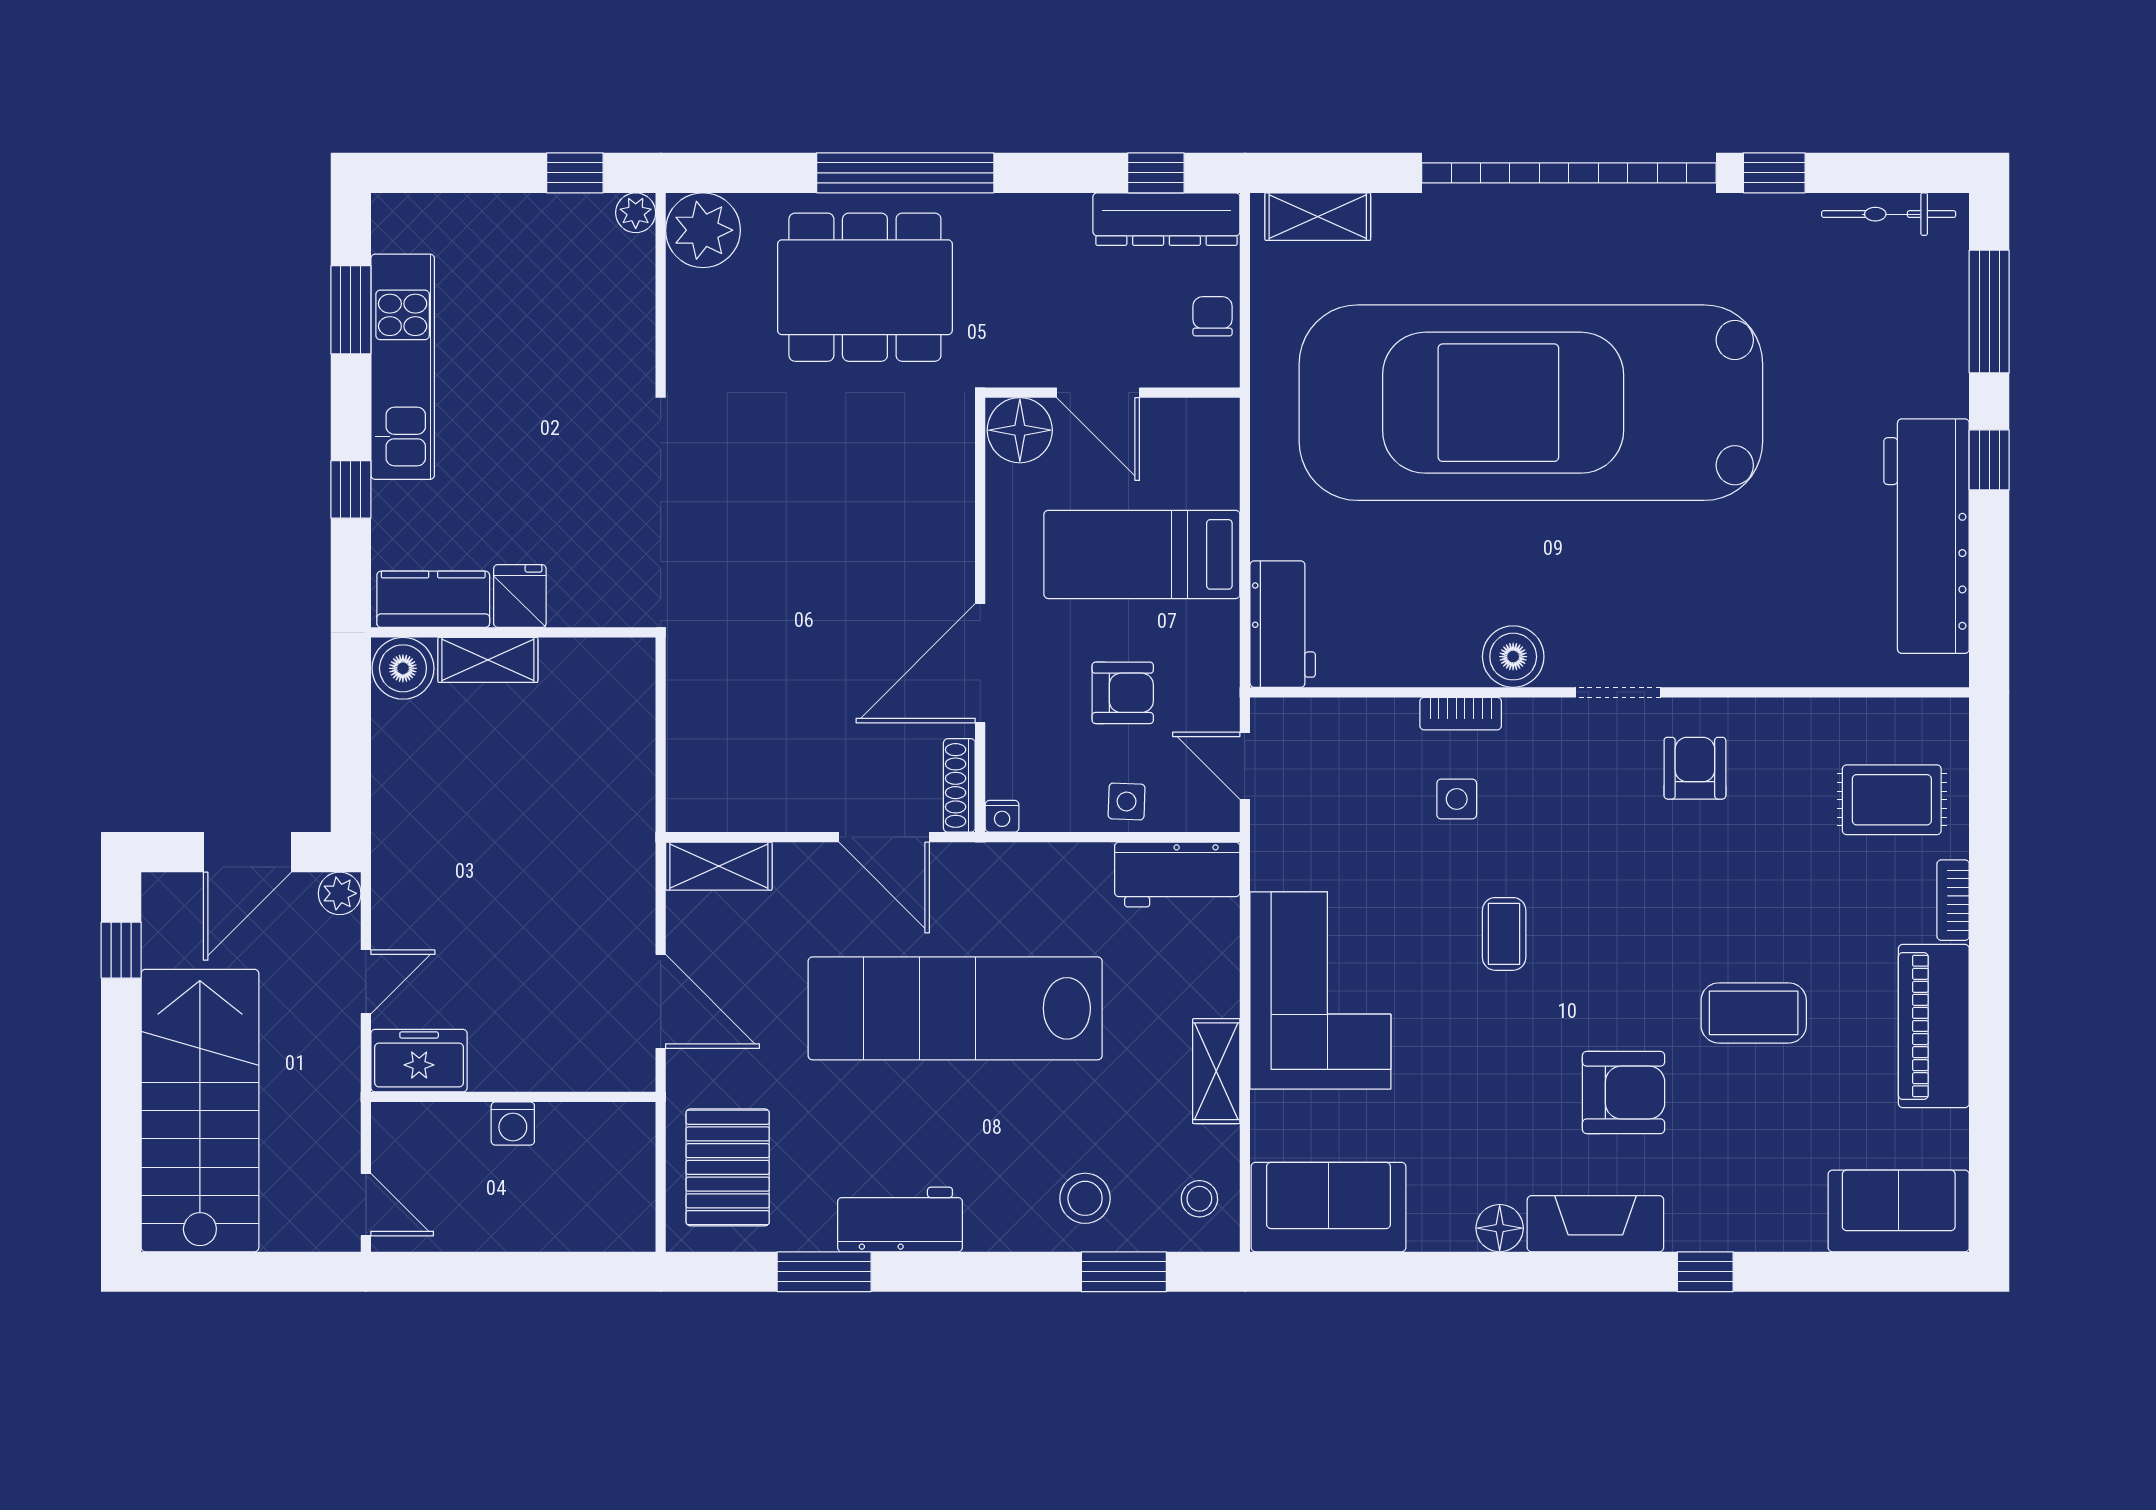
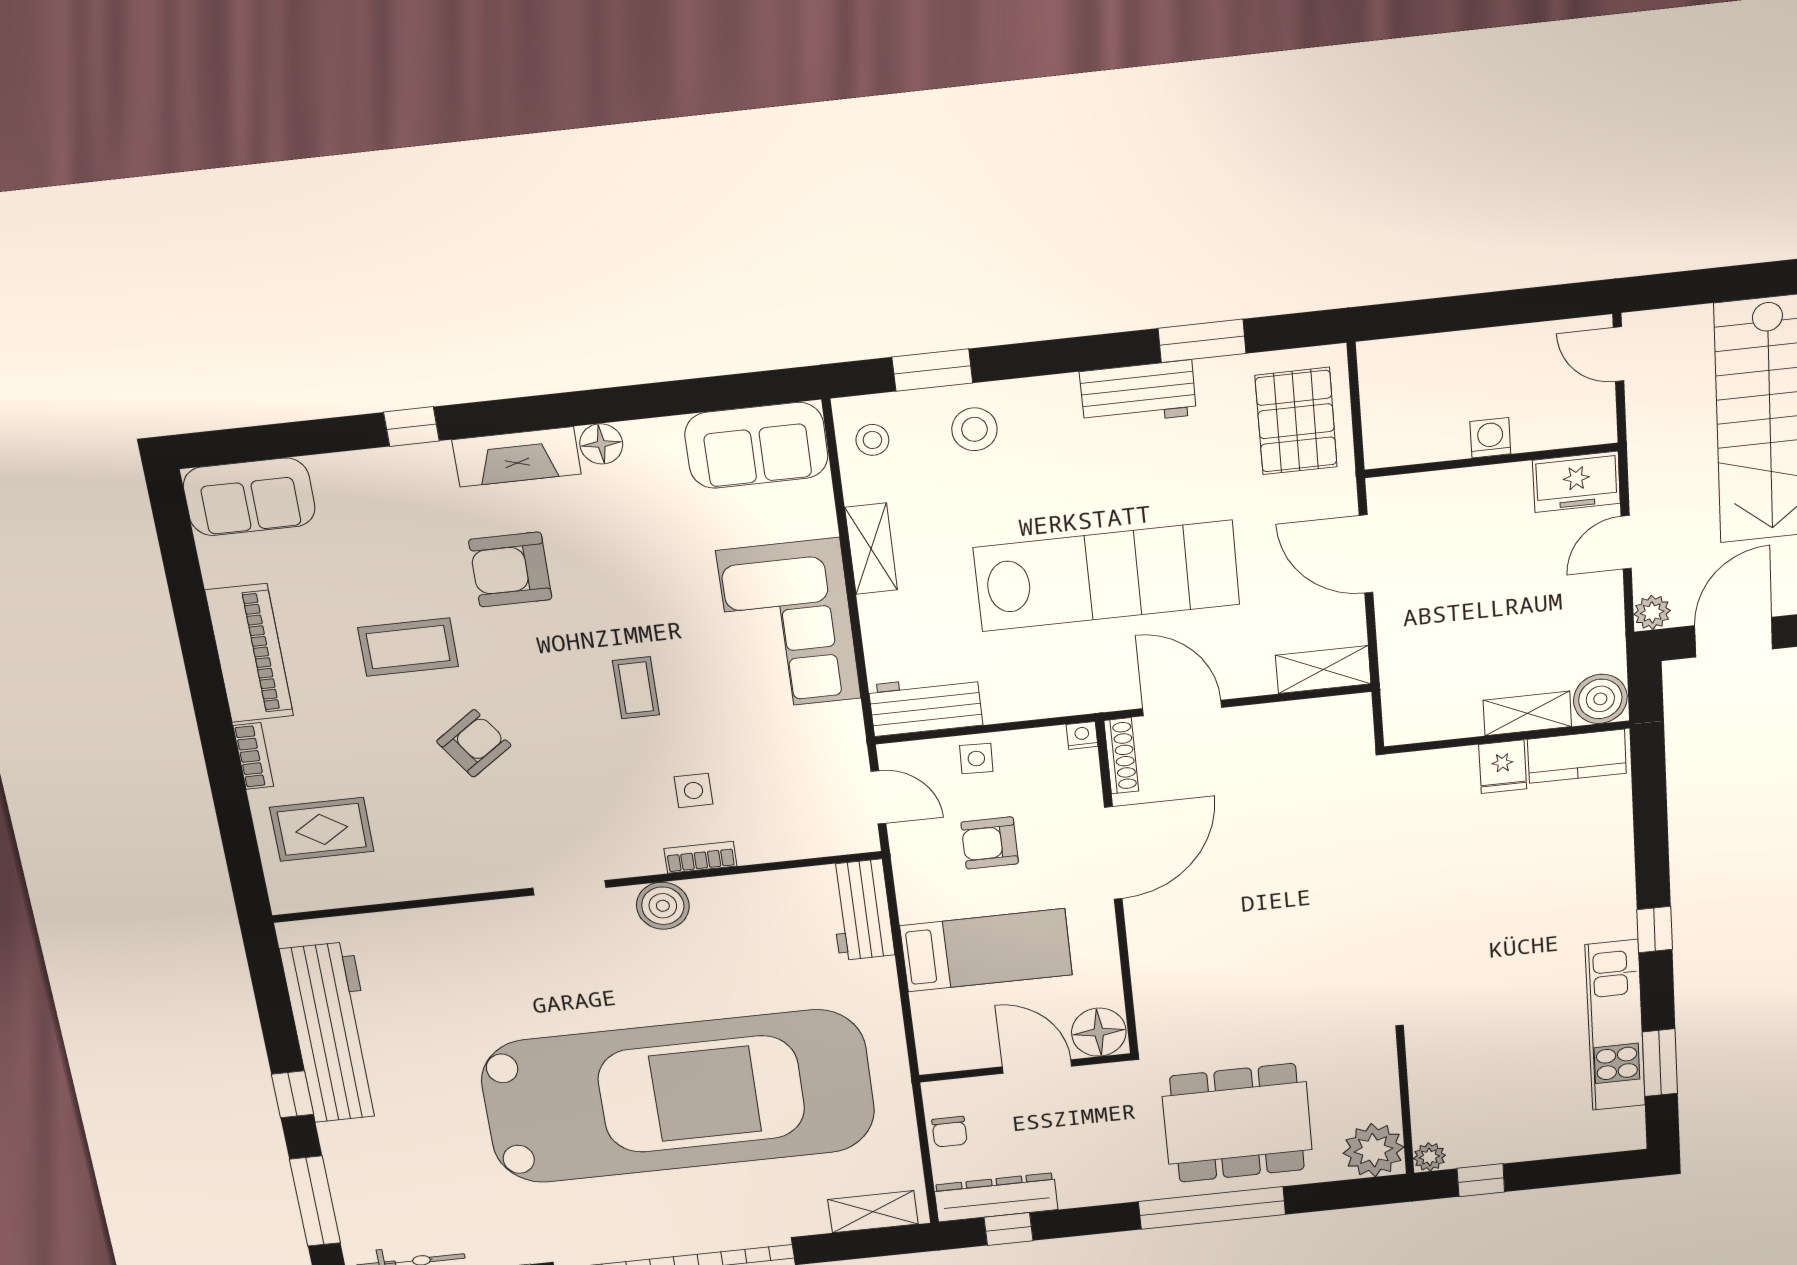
fridge: (520, 596) -> (1503, 767), moved
kitchen counter: (433, 599) -> (1577, 756), moved
wall: (513, 632) -> (1507, 737), moved
shelving: (488, 660) -> (1527, 713), moved
boiler: (403, 668) -> (1600, 699), moved
armchair: (1695, 768) -> (474, 743), moved, turned -125

